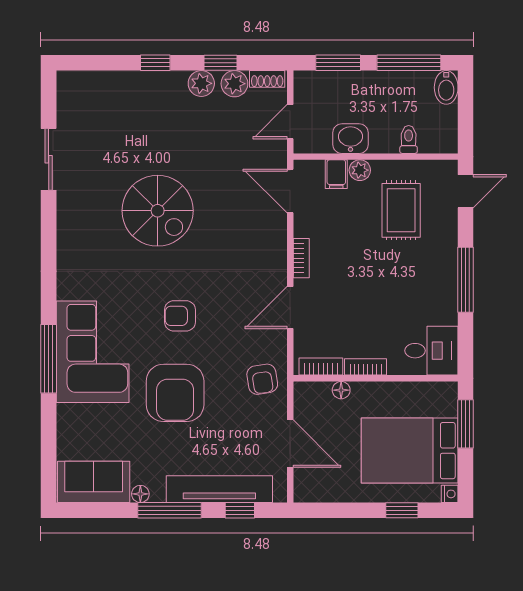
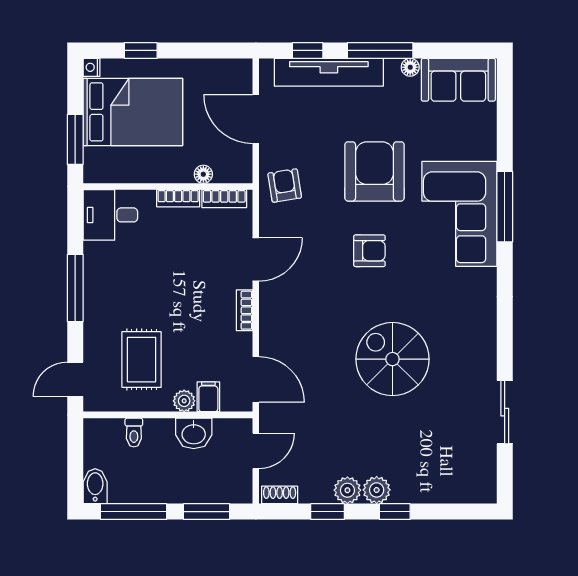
plant: (234, 84) -> (377, 490), moved

